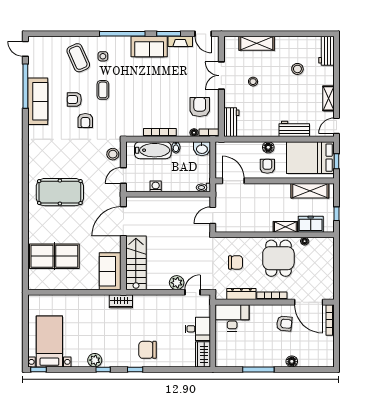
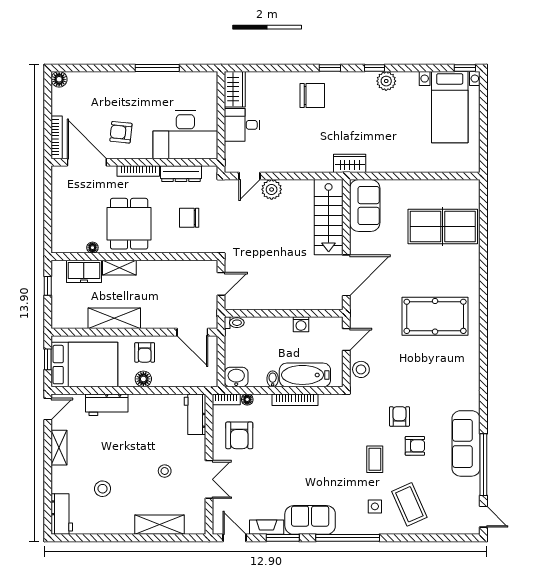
shelving: (310, 191) -> (114, 318), moved
desk: (232, 318) -> (185, 135), width x1.36, depth x1.30
floor lamp: (292, 361) -> (59, 79), moved

